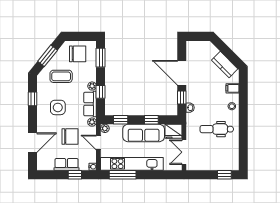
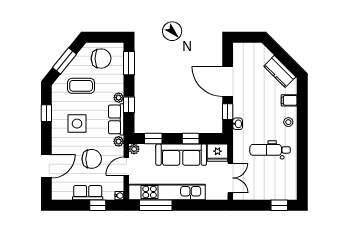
door: (98, 143) -> (126, 166), hinge flipped
double door: (184, 152) -> (230, 178), swing flipped

